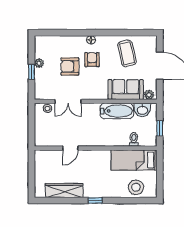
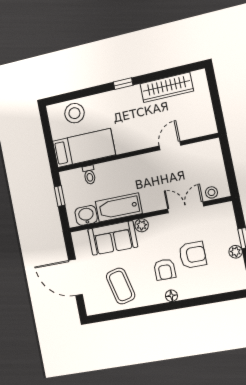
plant: (149, 95) -> (142, 225), moved

